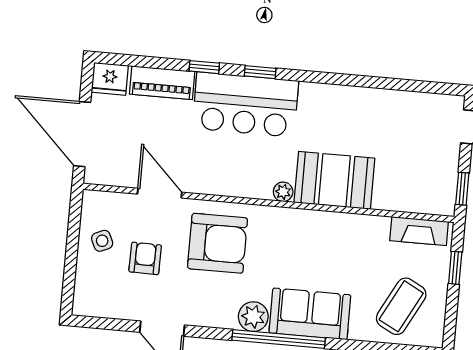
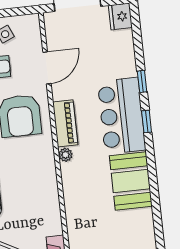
piano: (162, 83) -> (65, 123), moved, turned 180
booth: (334, 180) -> (131, 181), moved

